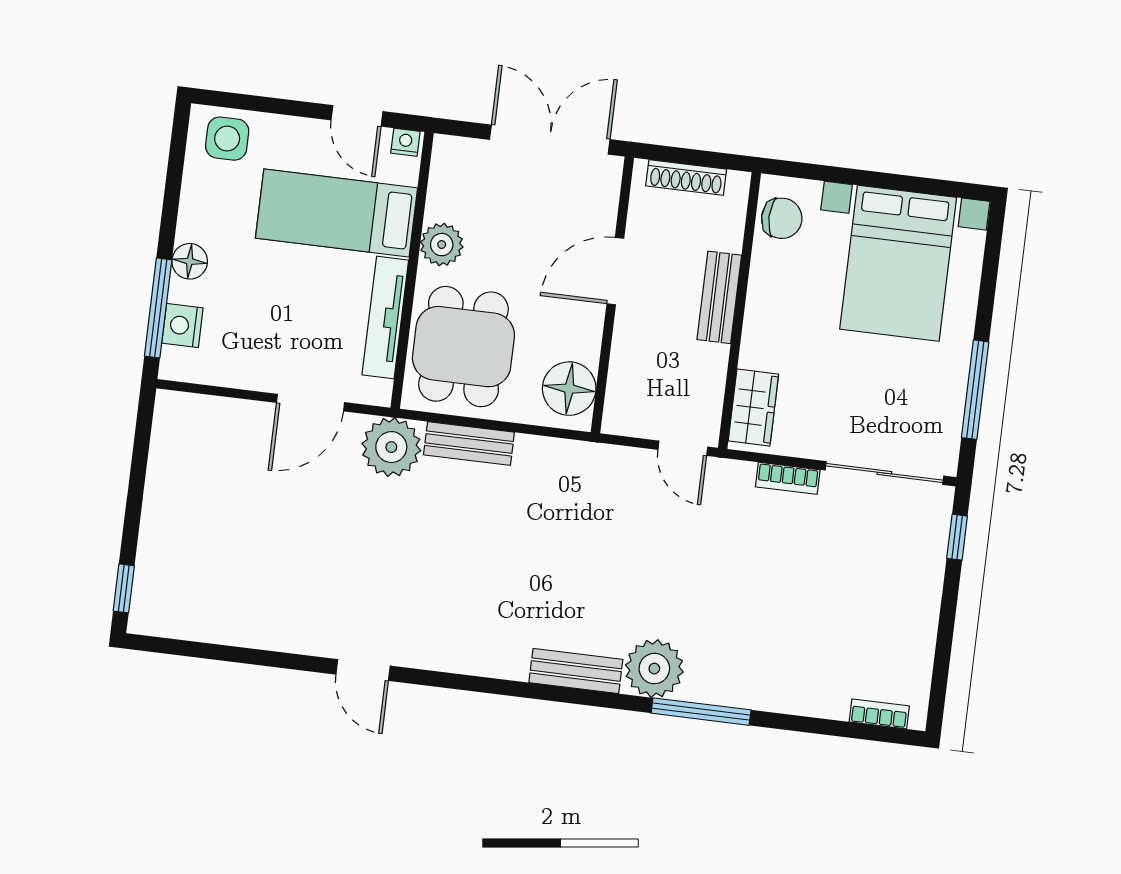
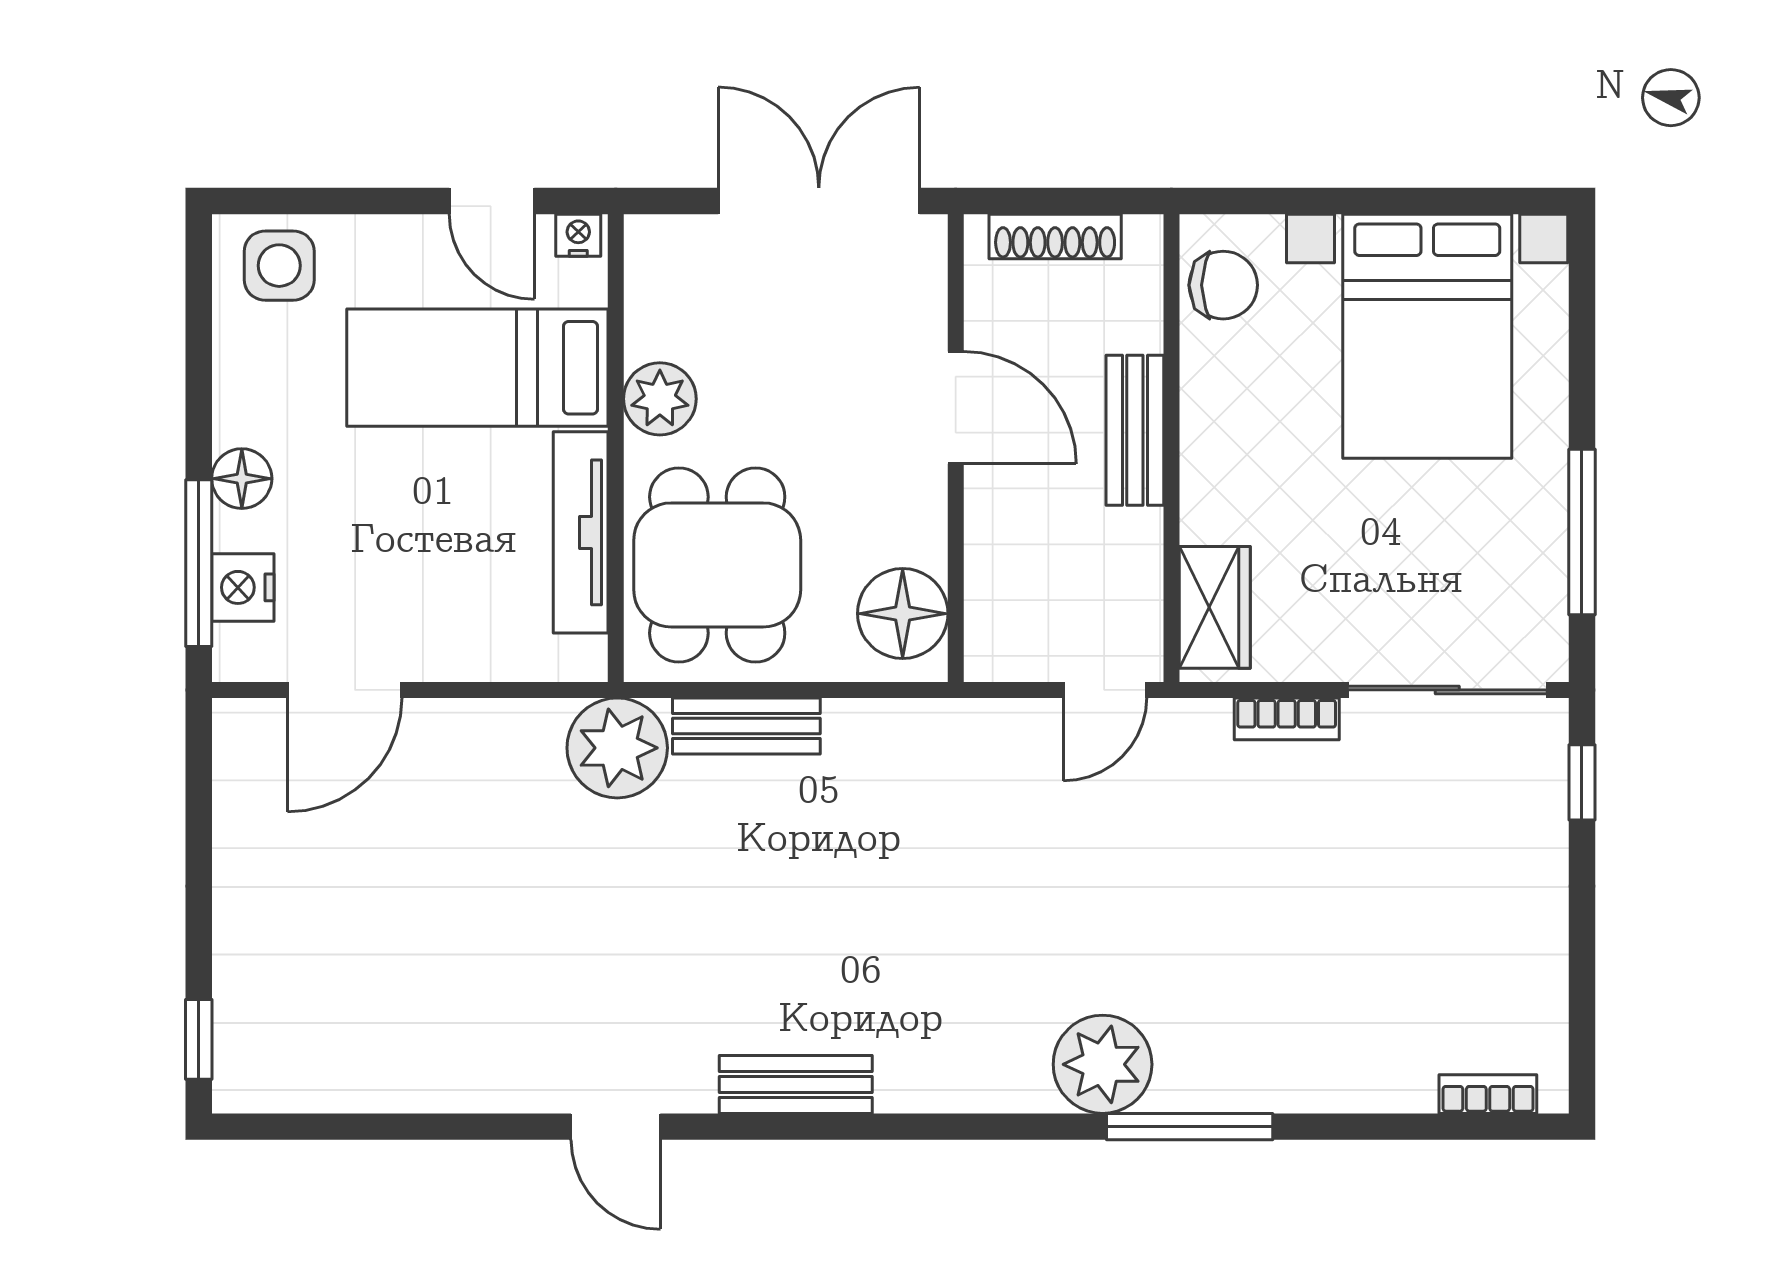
door: (615, 271) -> (956, 408), swing flipped
door: (310, 403) -> (345, 690), moved
door: (683, 448) -> (1105, 690), hinge flipped
bench: (576, 671) -> (796, 1084), moved

